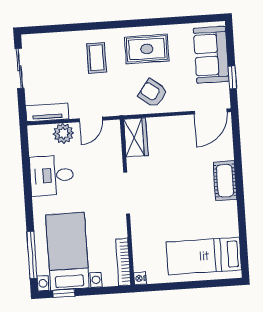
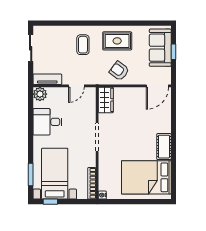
window: (232, 77) -> (174, 52), moved
plant: (63, 133) -> (40, 94), moved
cot: (225, 181) -> (164, 147), moved
window: (32, 255) -> (31, 174), width x0.69
bed: (204, 256) -> (146, 177), width x1.50

